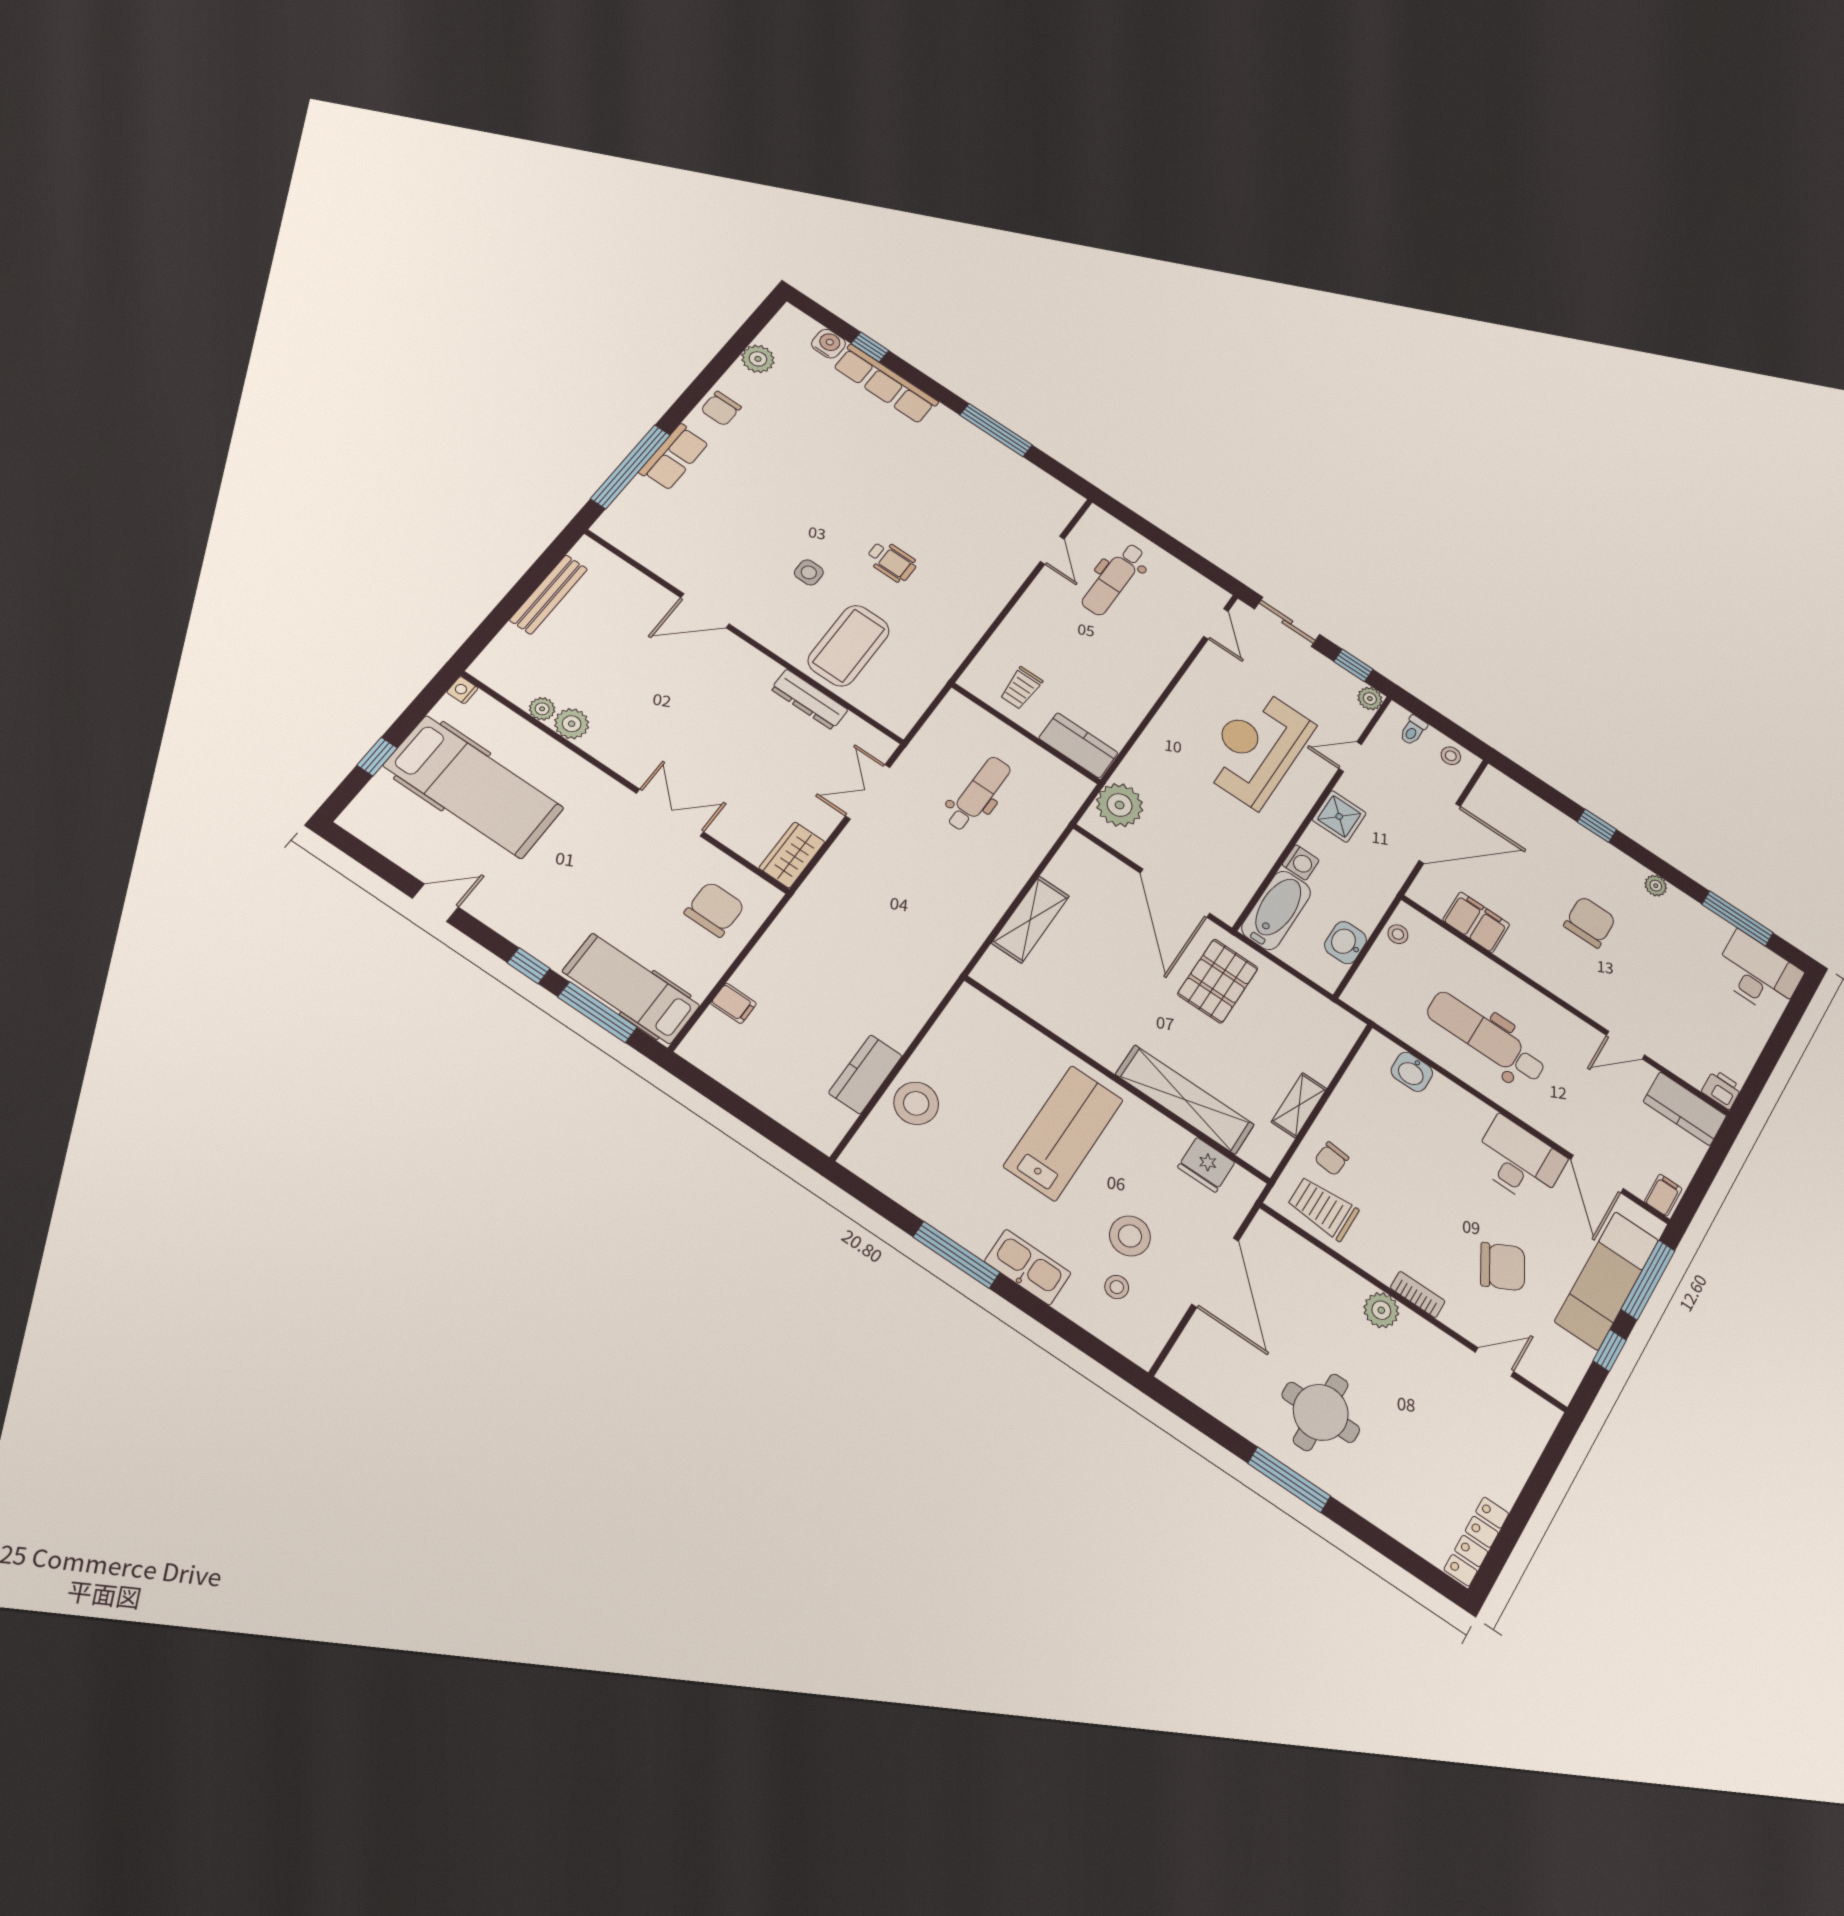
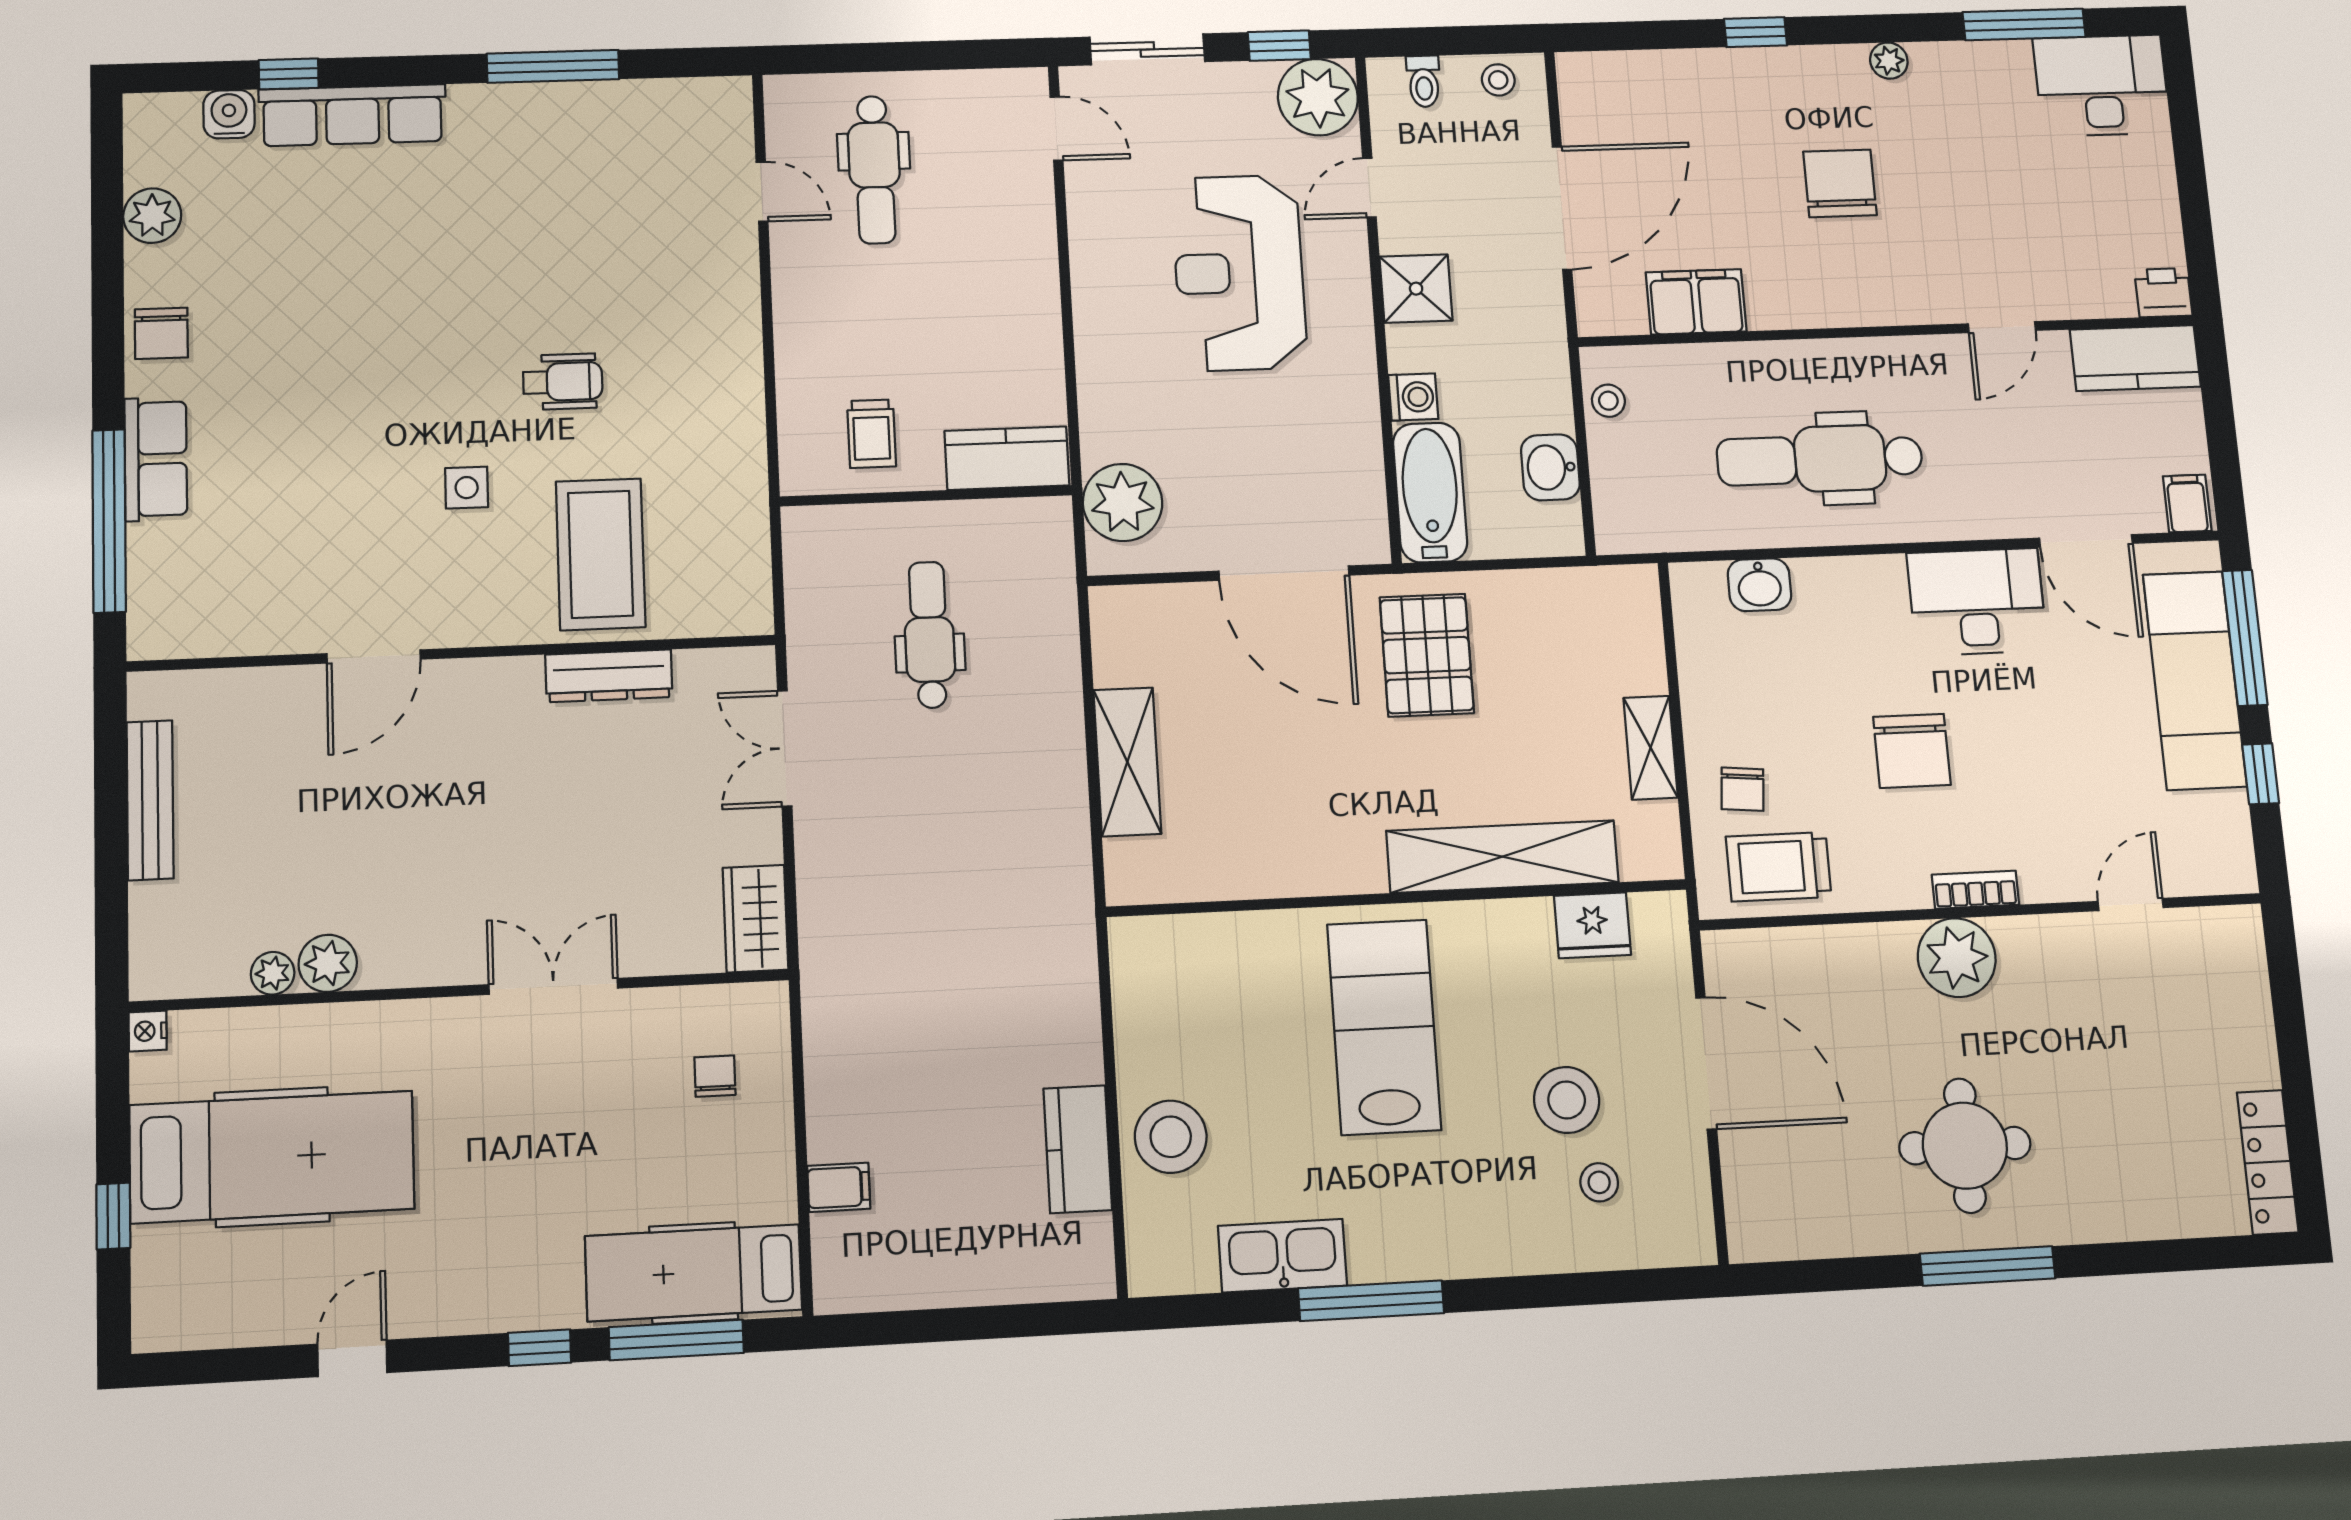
plant: (1370, 699) -> (1318, 97), width x1.88, depth x1.88
chair: (715, 909) -> (715, 1076), width x0.54, depth x0.54
kitchen sink: (1028, 1267) -> (1282, 1256), moved
chair: (1503, 1267) -> (1912, 751), moved, turned 118
plant: (1381, 1310) -> (1957, 958), width x1.36, depth x1.36

